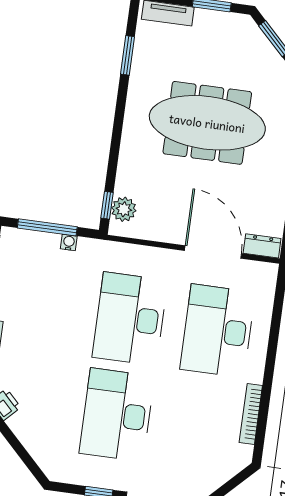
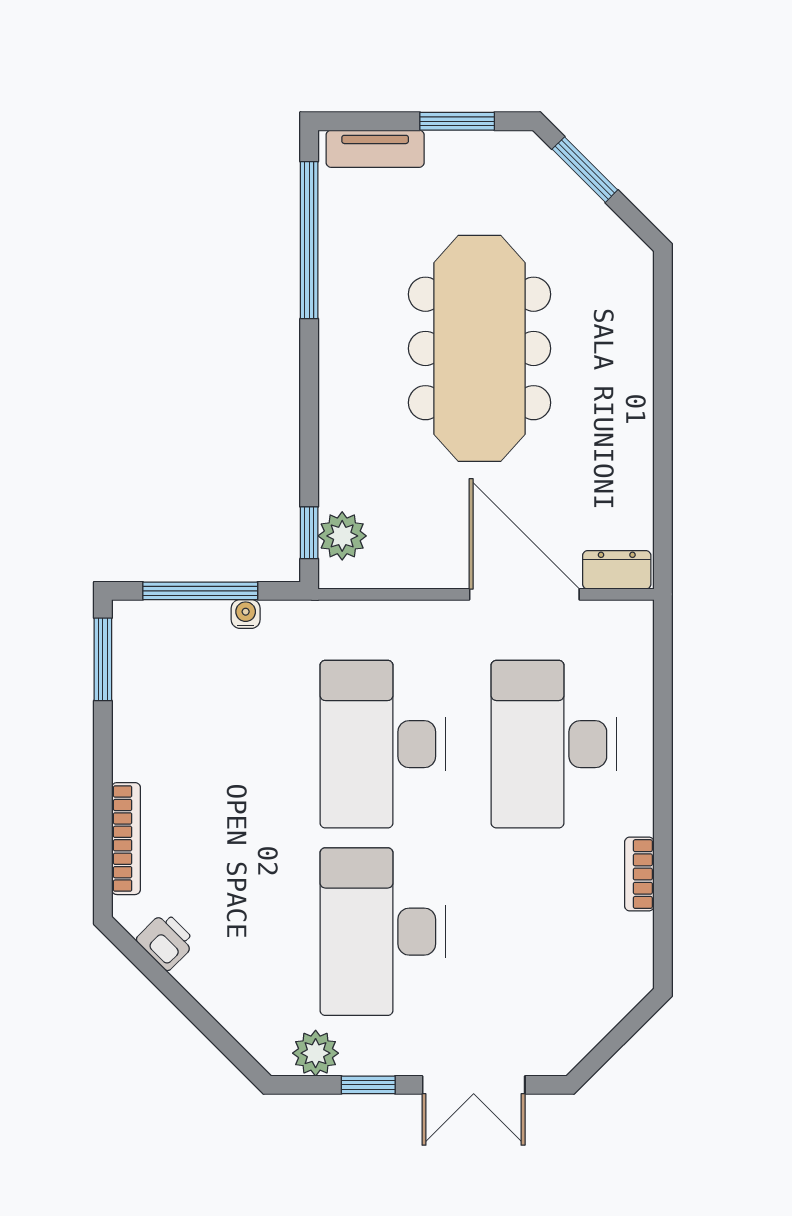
window: (128, 55) -> (309, 240), width x2.11
meeting table: (207, 123) -> (480, 348), turned 90
bookcase: (251, 414) -> (639, 874), width x0.64
plant: (74, 472) -> (316, 1053), added

